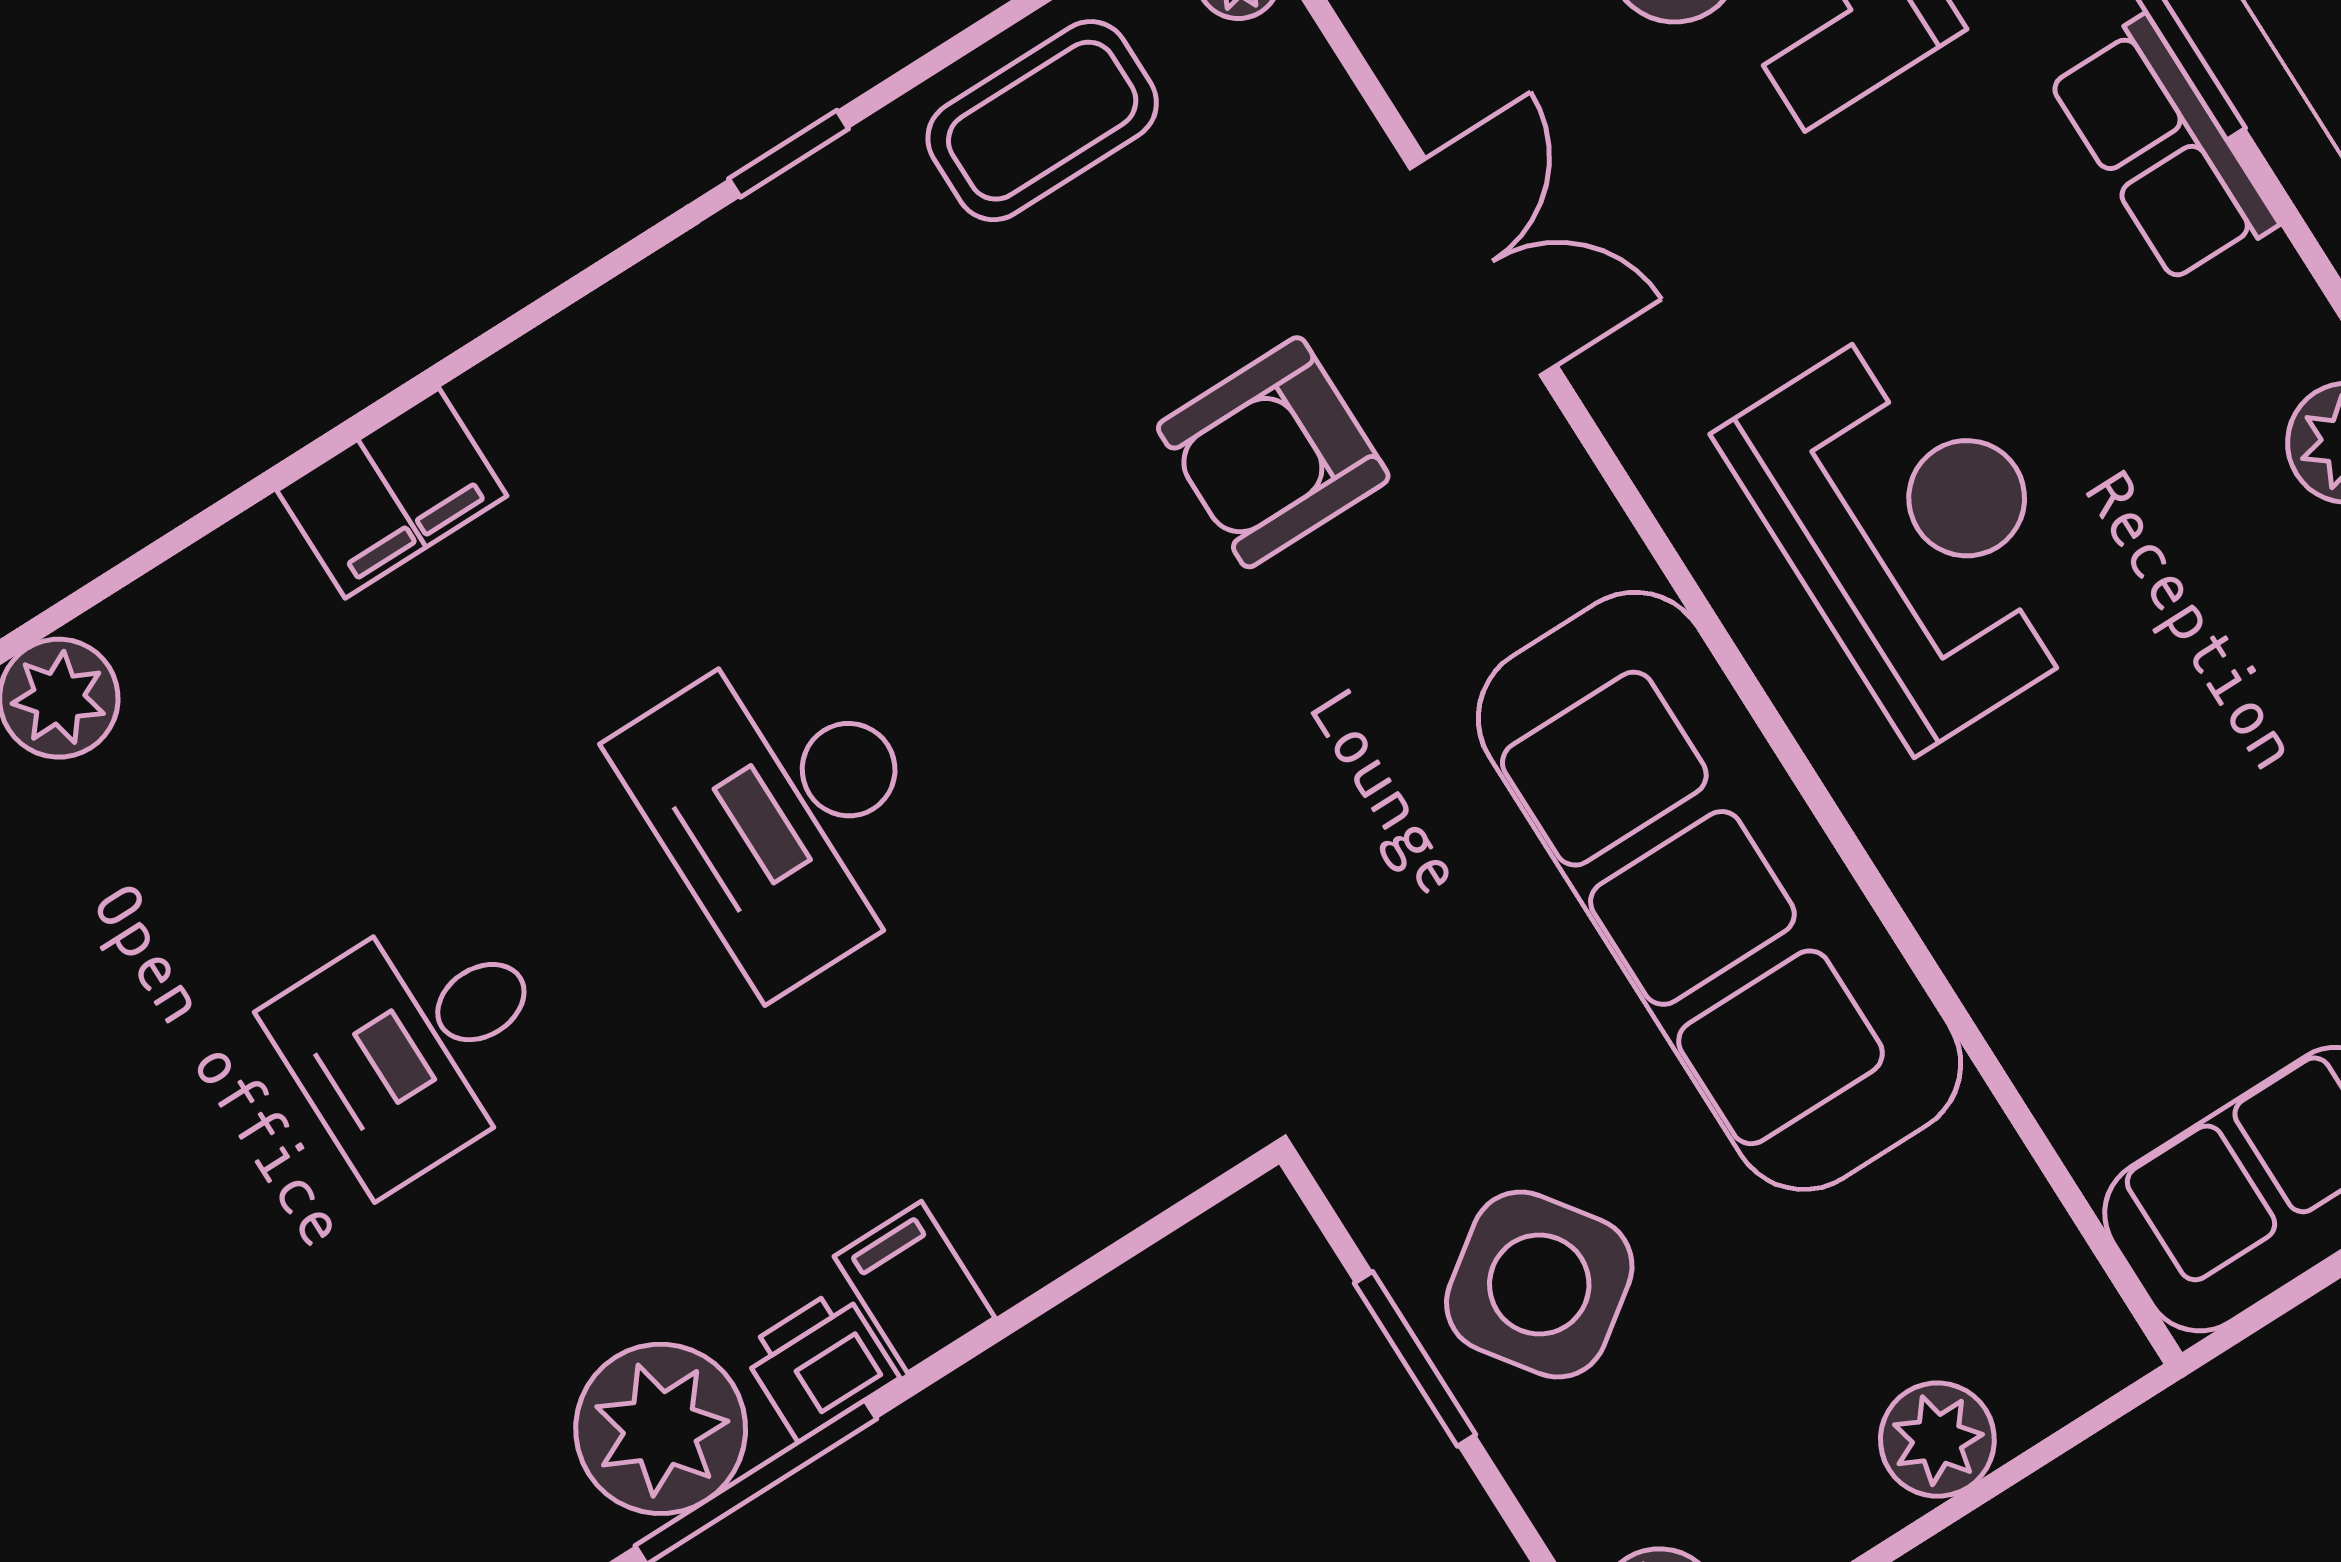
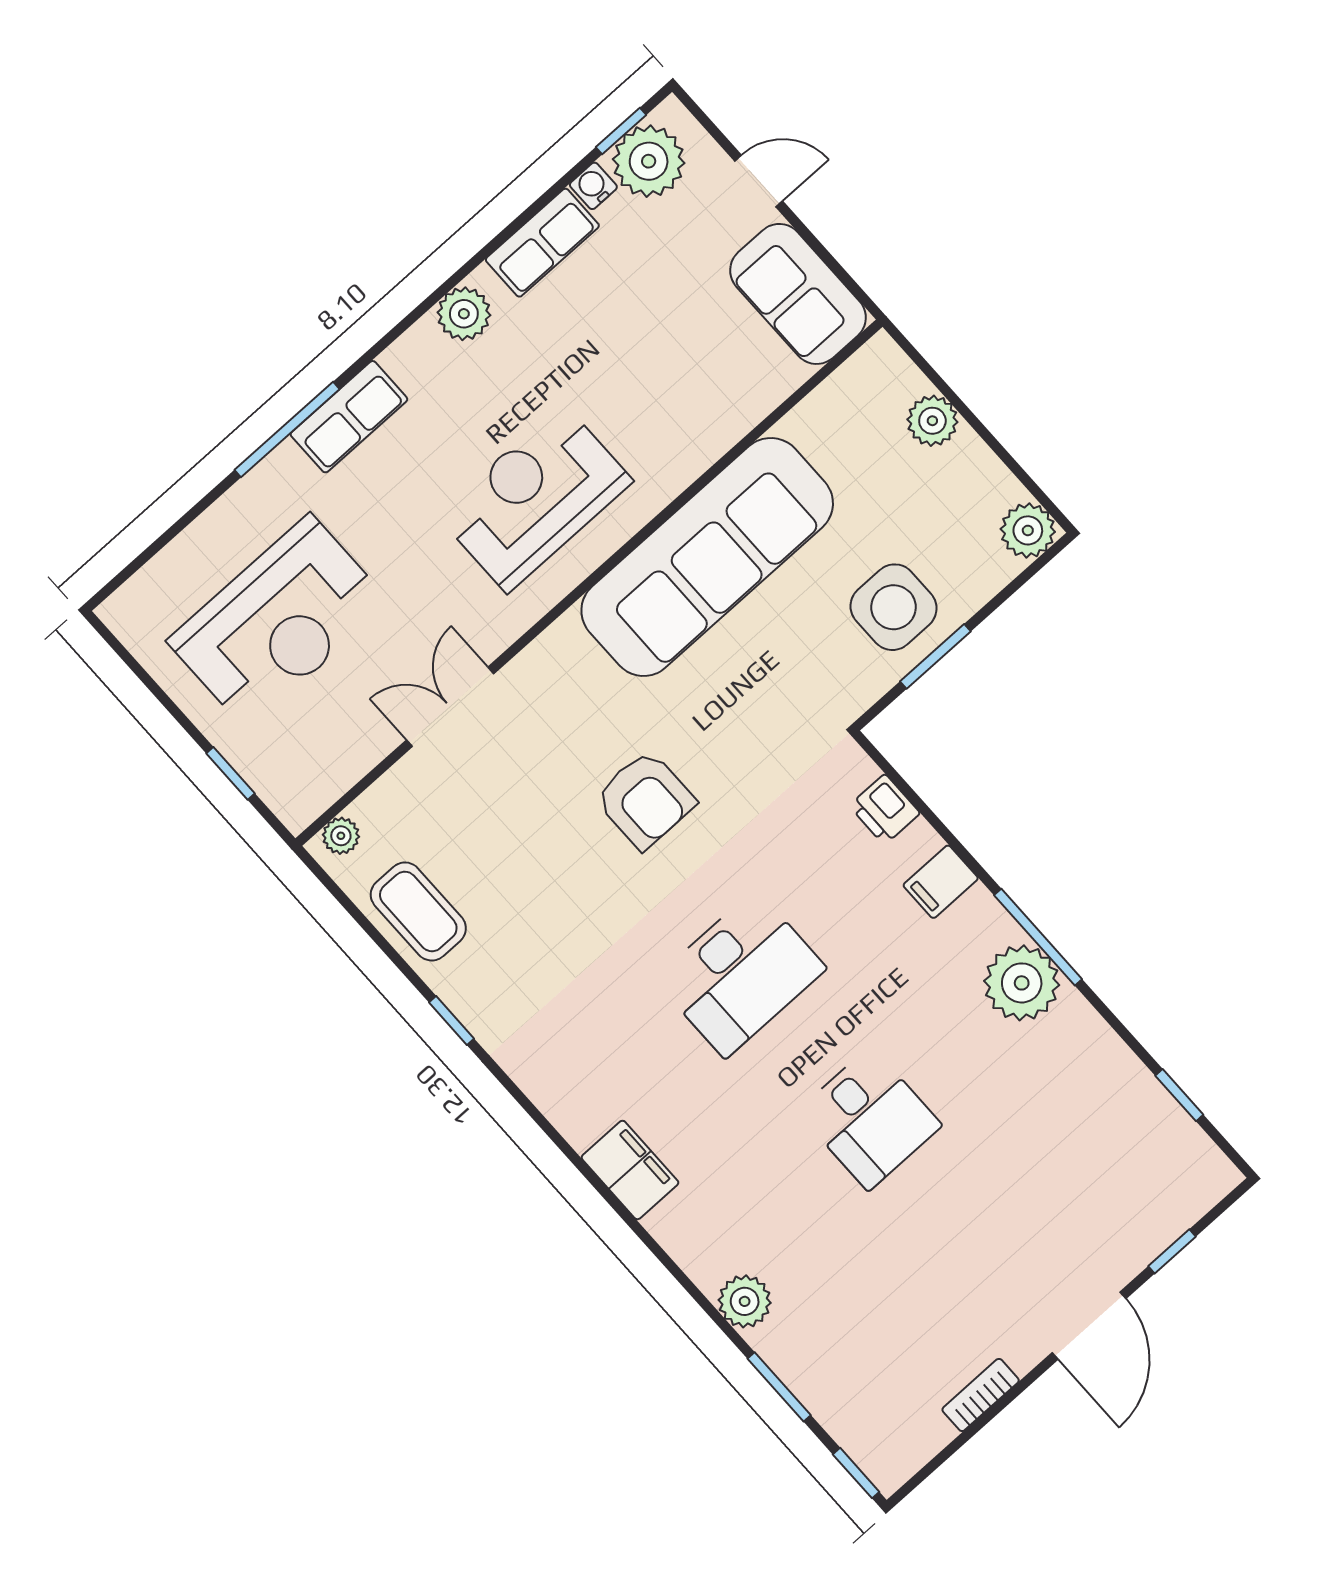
armchair: (1273, 452) -> (645, 800), moved
side table: (1539, 1284) -> (894, 607), turned 36
printer: (820, 1364) -> (885, 809), moved

